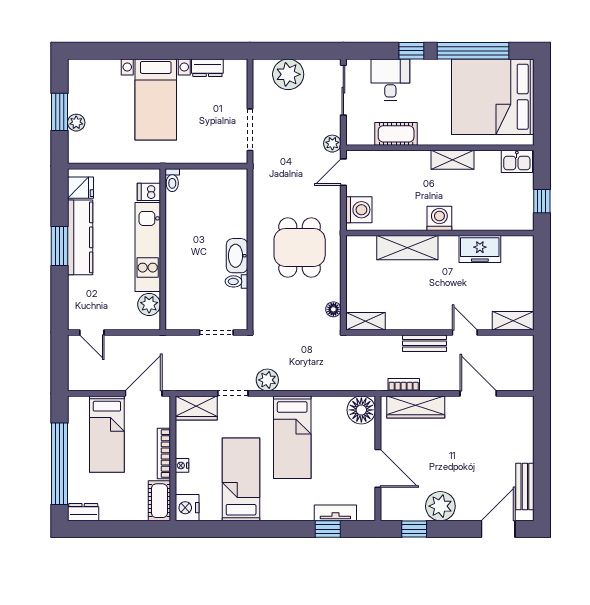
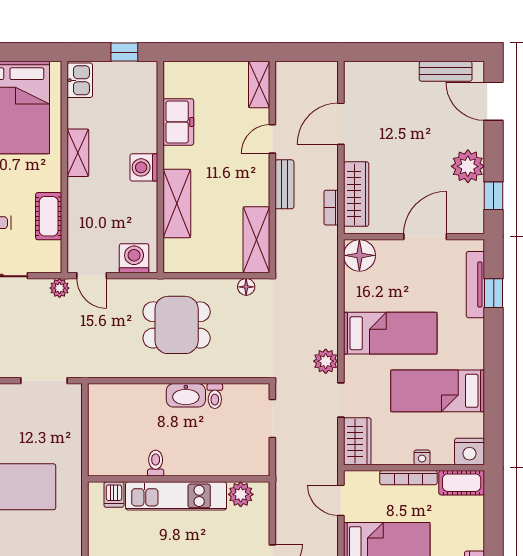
toilet: (172, 180) -> (156, 463), moved, turned -90
shelving: (365, 321) -> (256, 240), width x1.50, depth x1.33
door: (144, 393) -> (341, 500), width x0.73
tv unit: (335, 513) -> (475, 285), width x1.41

